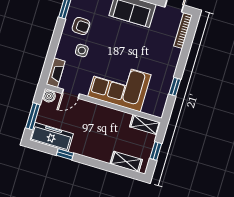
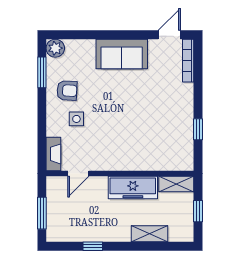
corner sofa: (119, 86) -> (133, 147), removed
boiler: (49, 96) -> (54, 184), removed
freezer: (51, 137) -> (133, 187), moved, turned 180
shelving: (126, 162) -> (149, 234), moved

